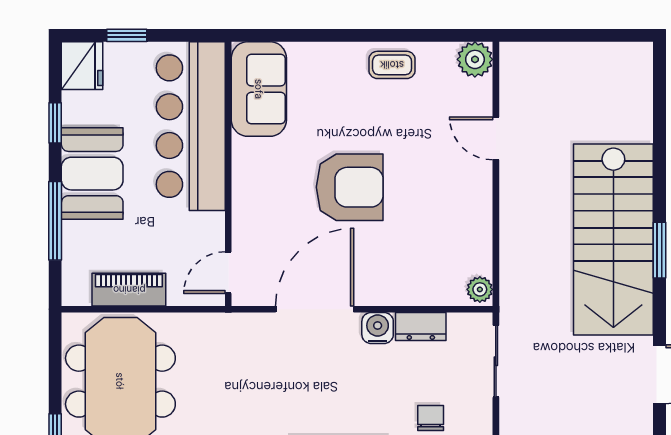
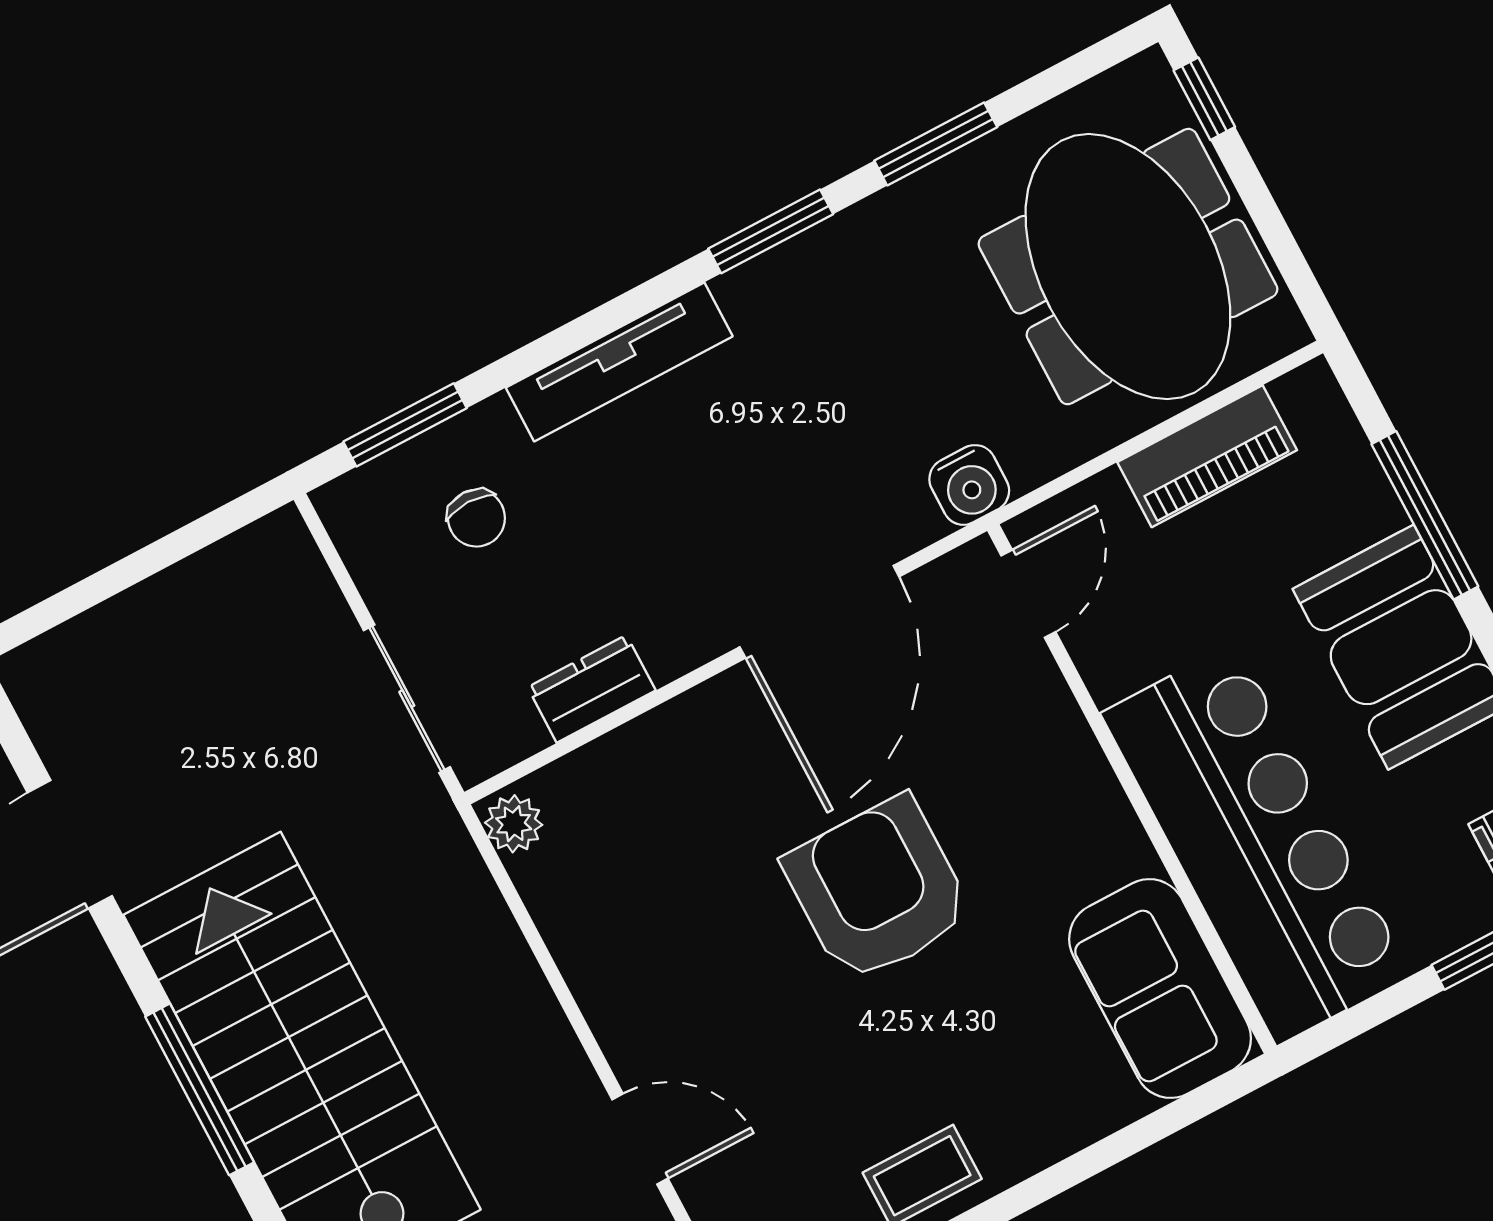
armchair: (350, 187) -> (878, 890), turned 90
window: (660, 250) -> (200, 1089), width x1.44
water cooler: (378, 328) -> (969, 485), moved

